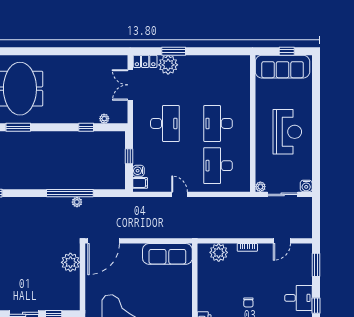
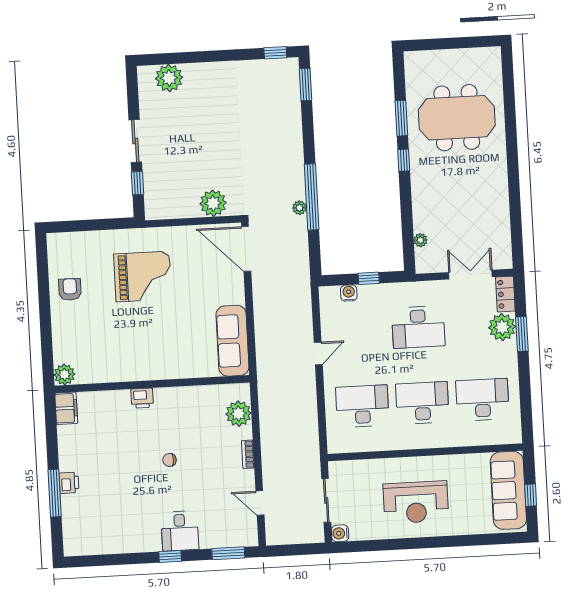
desk: (218, 81) -> (482, 400), added
window: (86, 127) -> (404, 160), moved
filing cabinet: (140, 183) -> (332, 296), removed
plant: (260, 187) -> (335, 468), removed

